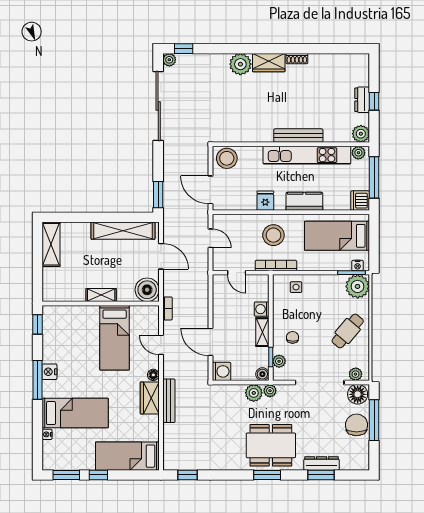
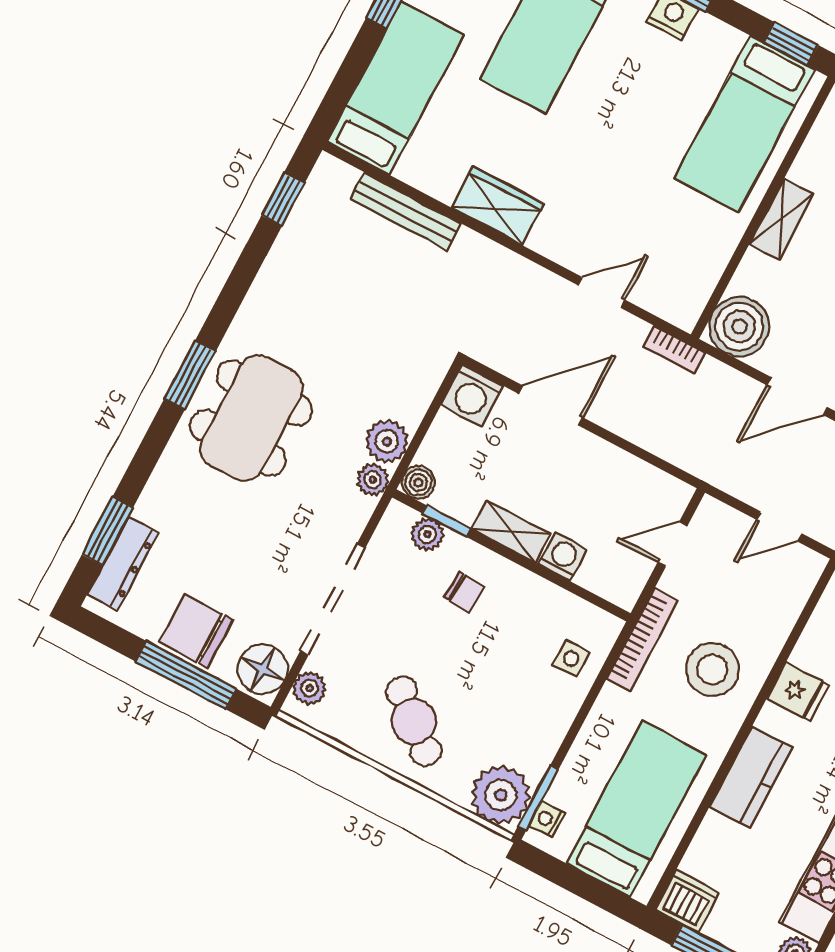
bed: (115, 338) -> (745, 124), moved, turned -90
floor lamp: (153, 375) -> (544, 241), removed
bench: (169, 401) -> (406, 211), moved
chair: (357, 425) -> (196, 631), turned 180
dresser: (322, 463) -> (123, 563), moved
window: (321, 475) -> (107, 531), moved

